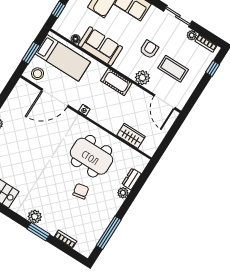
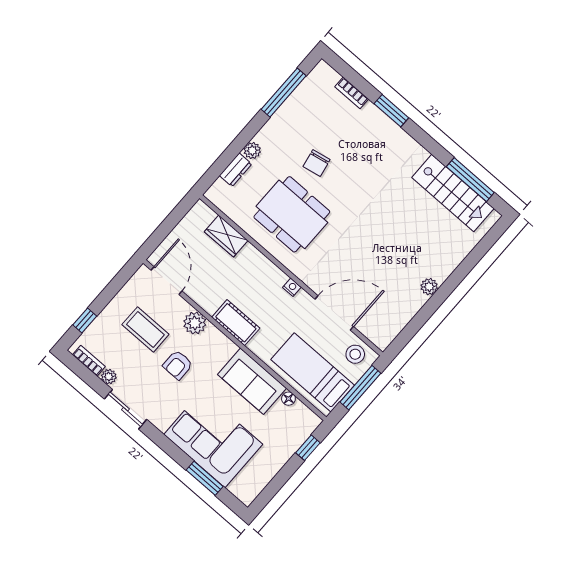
window: (31, 53) -> (360, 388), width x1.44
plant: (35, 217) -> (394, 135), removed

